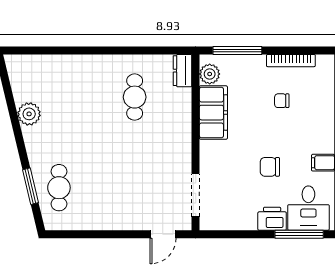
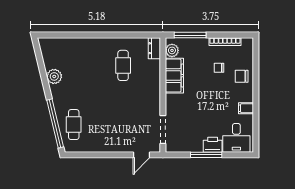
chair: (270, 167) -> (242, 76), moved
window: (31, 186) -> (55, 124), width x2.11
window: (299, 234) -> (206, 155), moved

